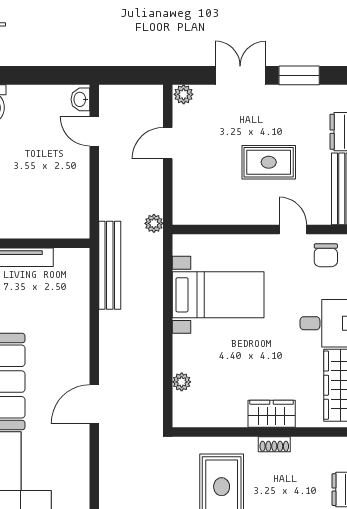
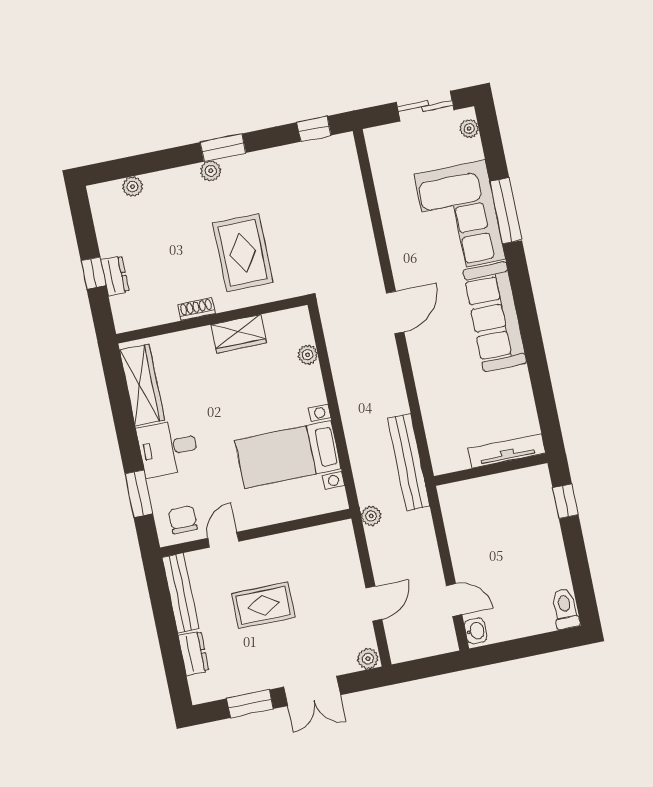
door: (293, 229) -> (223, 540), swing flipped
wardrobe: (272, 414) -> (239, 334), moved

